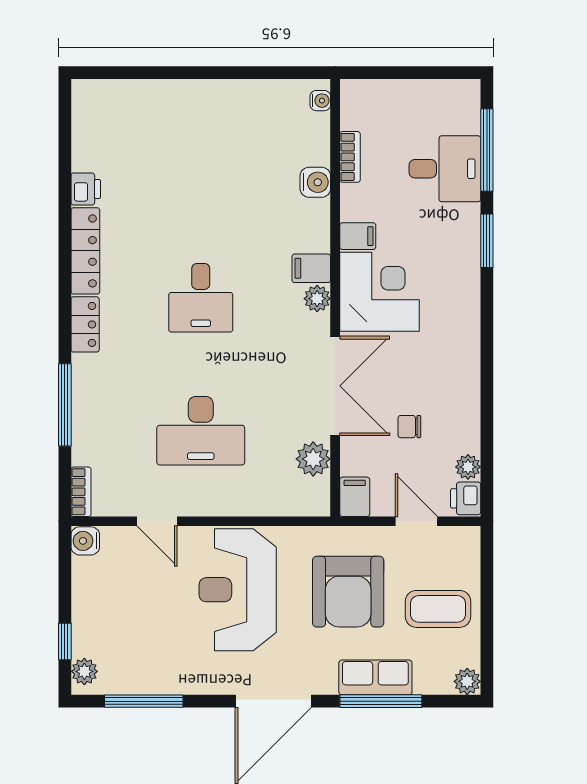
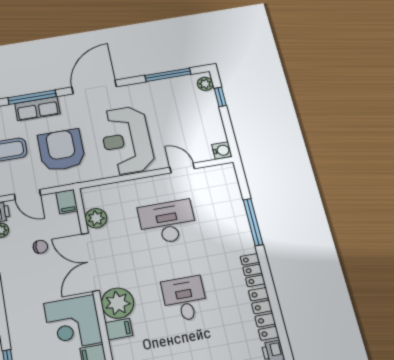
plant: (317, 299) -> (118, 303), width x1.87, depth x1.87
bookcase: (81, 492) -> (231, 176), removed
reception desk: (238, 590) -> (127, 140), turned 180

